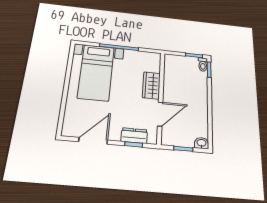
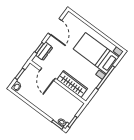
wardrobe: (151, 85) -> (72, 84), width x1.50

